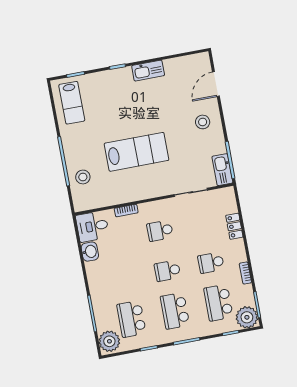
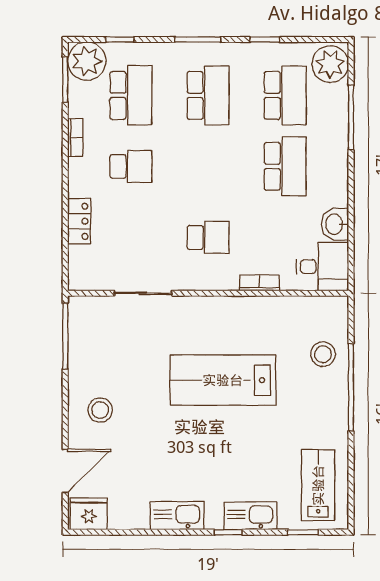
fridge: (198, 62) -> (89, 514), added
kitchen sink: (222, 170) -> (250, 516), moved, turned -90
school desk: (167, 271) -> (285, 166), moved, width x1.85

